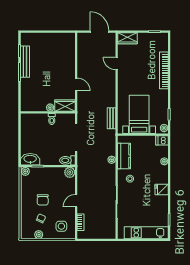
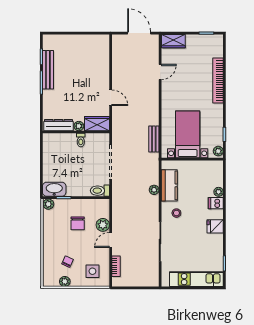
door: (117, 63) -> (160, 72), swing flipped
dresser: (34, 107) -> (59, 125), added
dishwasher: (162, 140) -> (216, 203), moved
plant: (70, 172) -> (103, 225), moved
chair: (43, 200) -> (78, 223), moved

